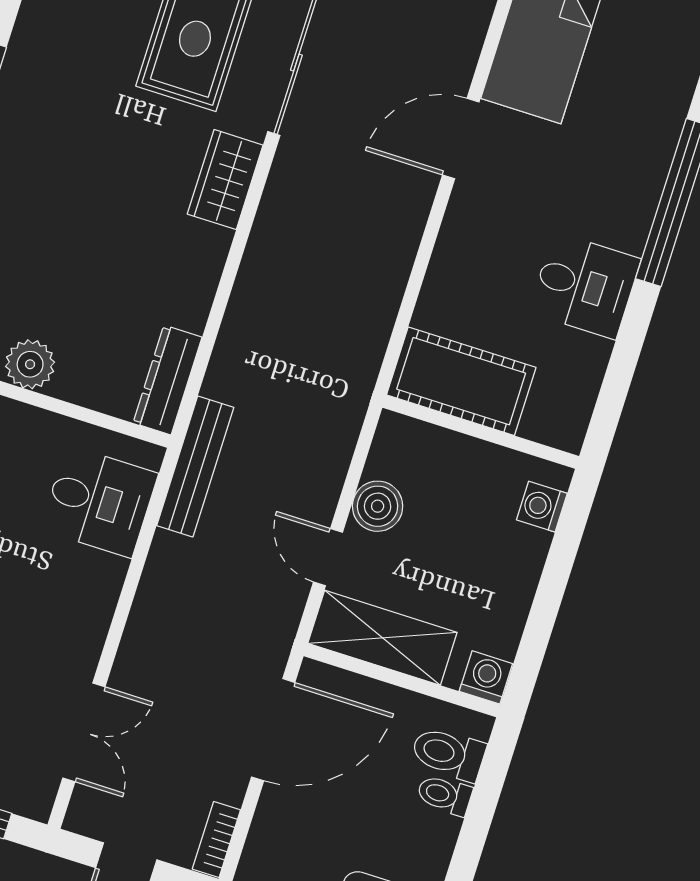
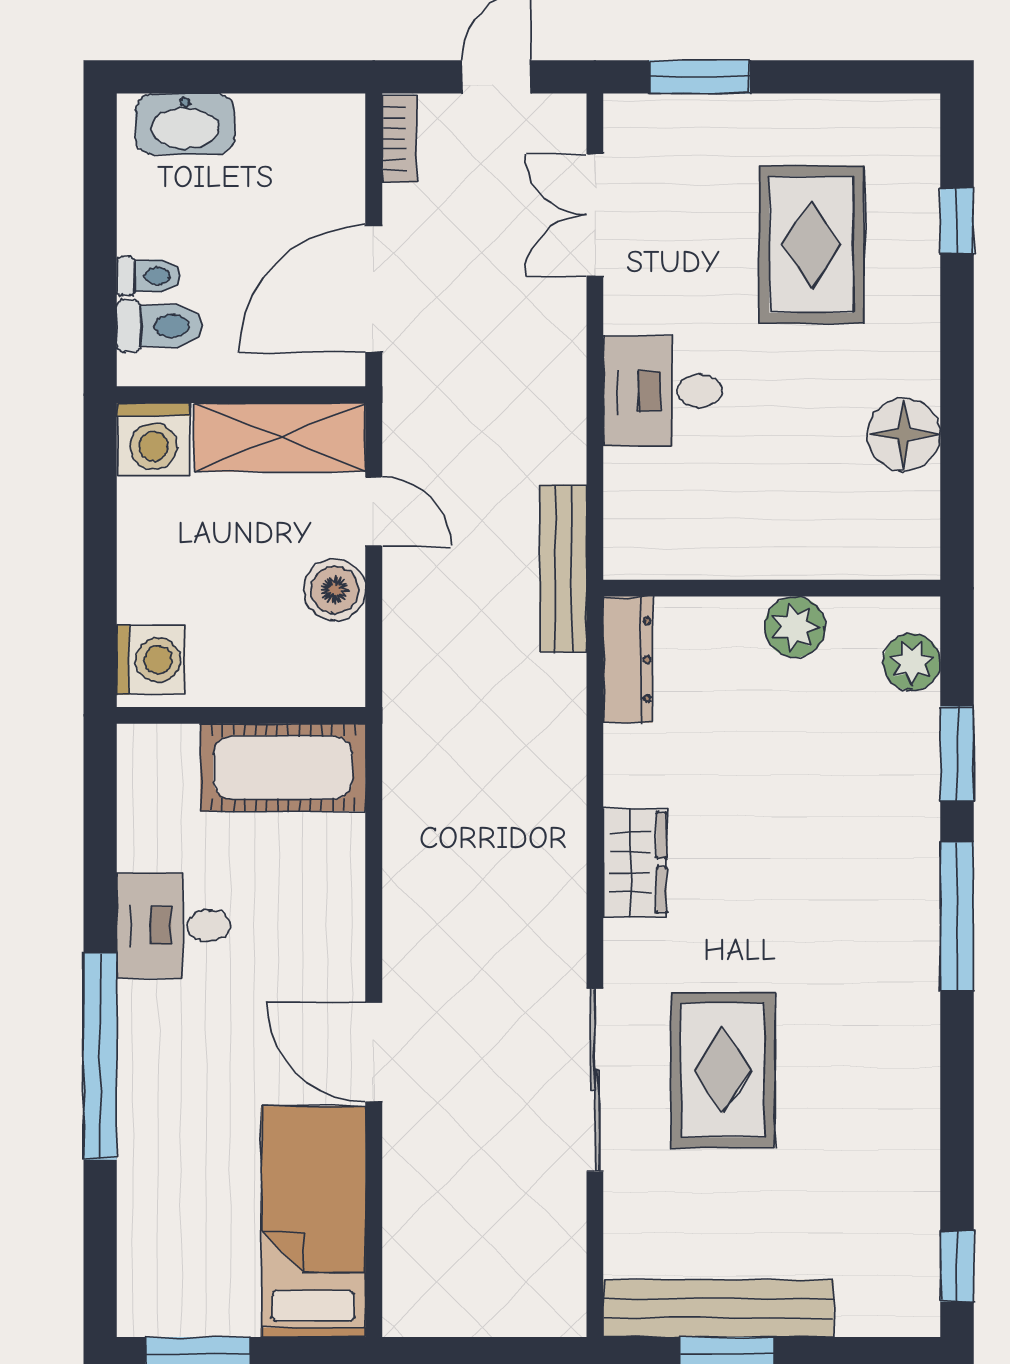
door: (461, 138) -> (374, 1052), swing flipped
wardrobe: (225, 180) -> (635, 863), moved
desk: (99, 501) -> (663, 391), moved
washing machine: (542, 507) -> (151, 660), width x1.38, depth x1.38
washing machine: (486, 677) -> (154, 439), width x1.38, depth x1.38

